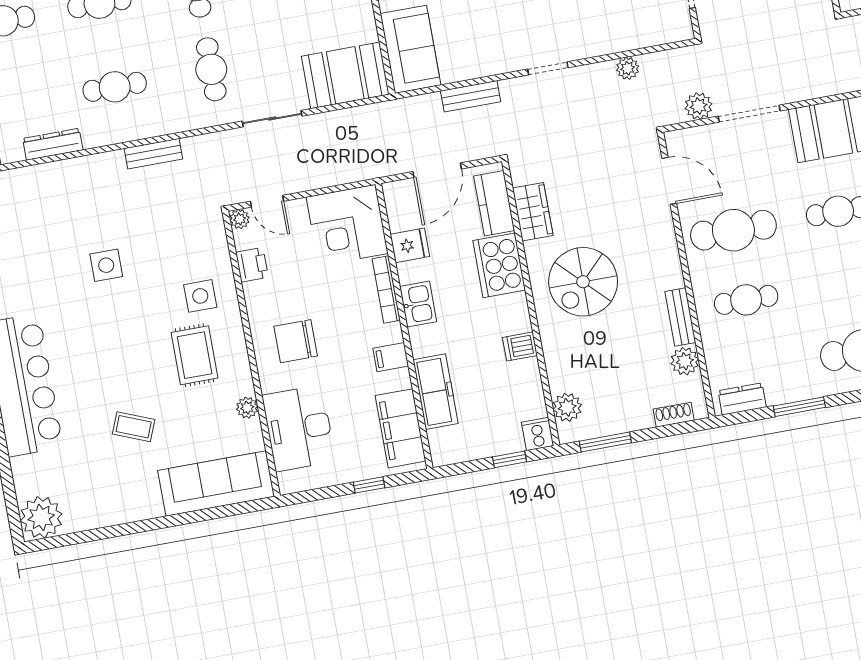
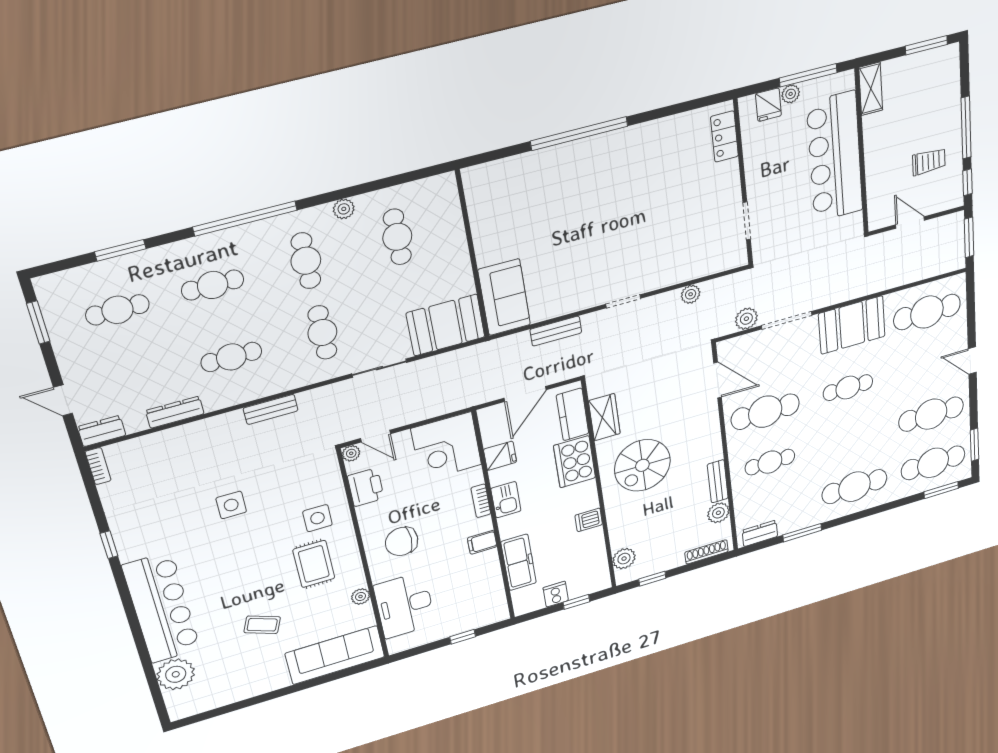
printer: (252, 265) -> (366, 487), width x1.36, depth x1.24
bookcase: (386, 290) -> (481, 501), width x0.64
shoe rack: (674, 415) -> (707, 552), width x1.43
filing cabinet: (401, 428) -> (489, 593), removed
cooker: (538, 434) -> (556, 594), moved
window: (605, 442) -> (652, 579), width x0.67
plant: (41, 517) -> (176, 674), moved

